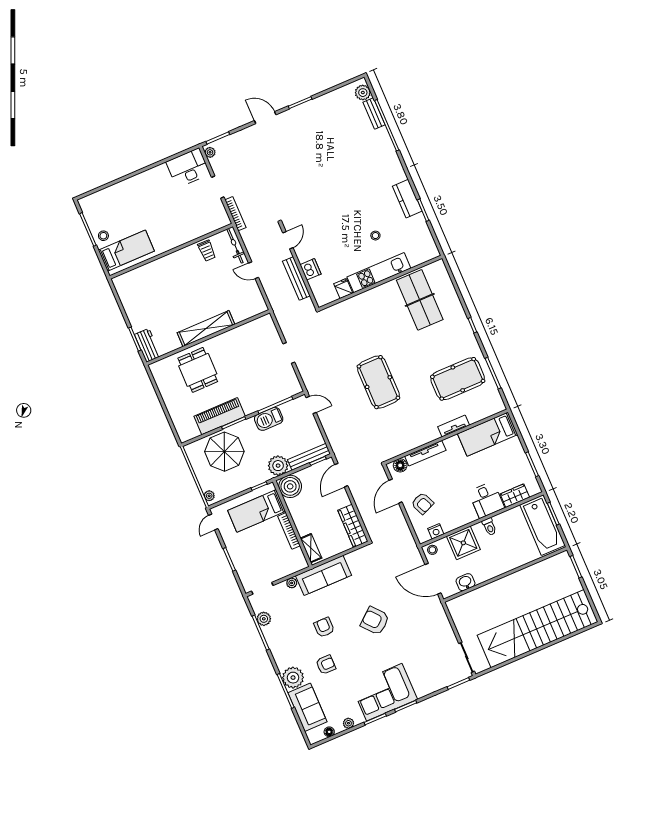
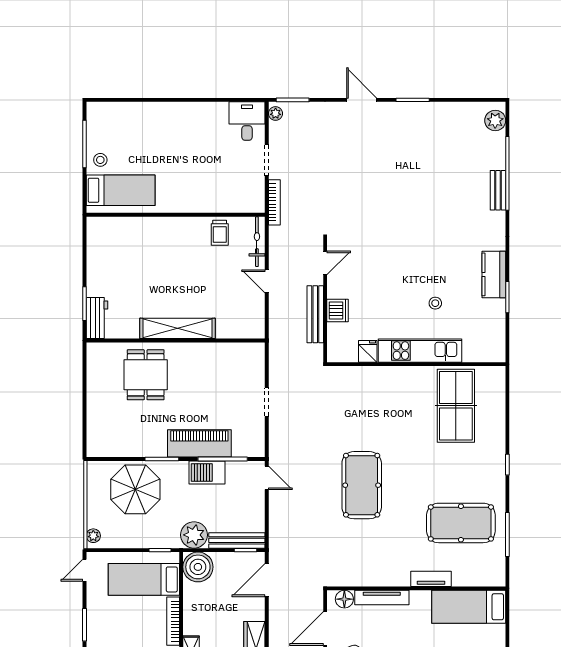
bench: (374, 113) -> (498, 190), moved
desk: (188, 168) -> (247, 121), width x0.73
piano: (220, 416) -> (199, 443), moved

